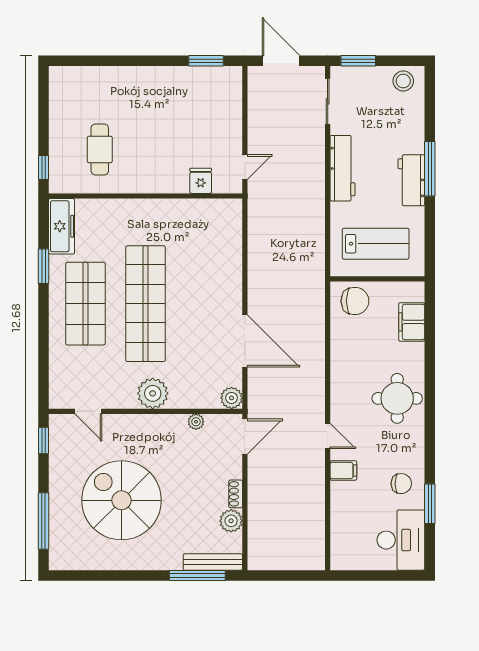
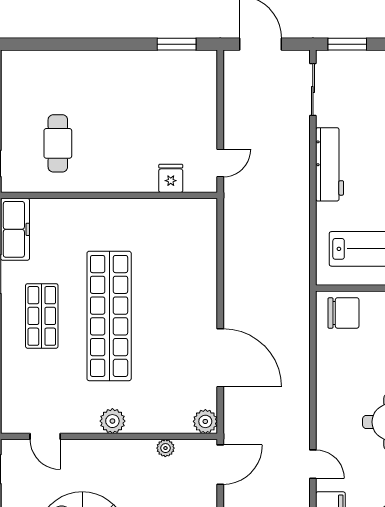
shop shelf: (85, 304) -> (42, 316), width x0.70, depth x0.74
plant: (153, 393) -> (112, 421), width x0.73, depth x0.73

